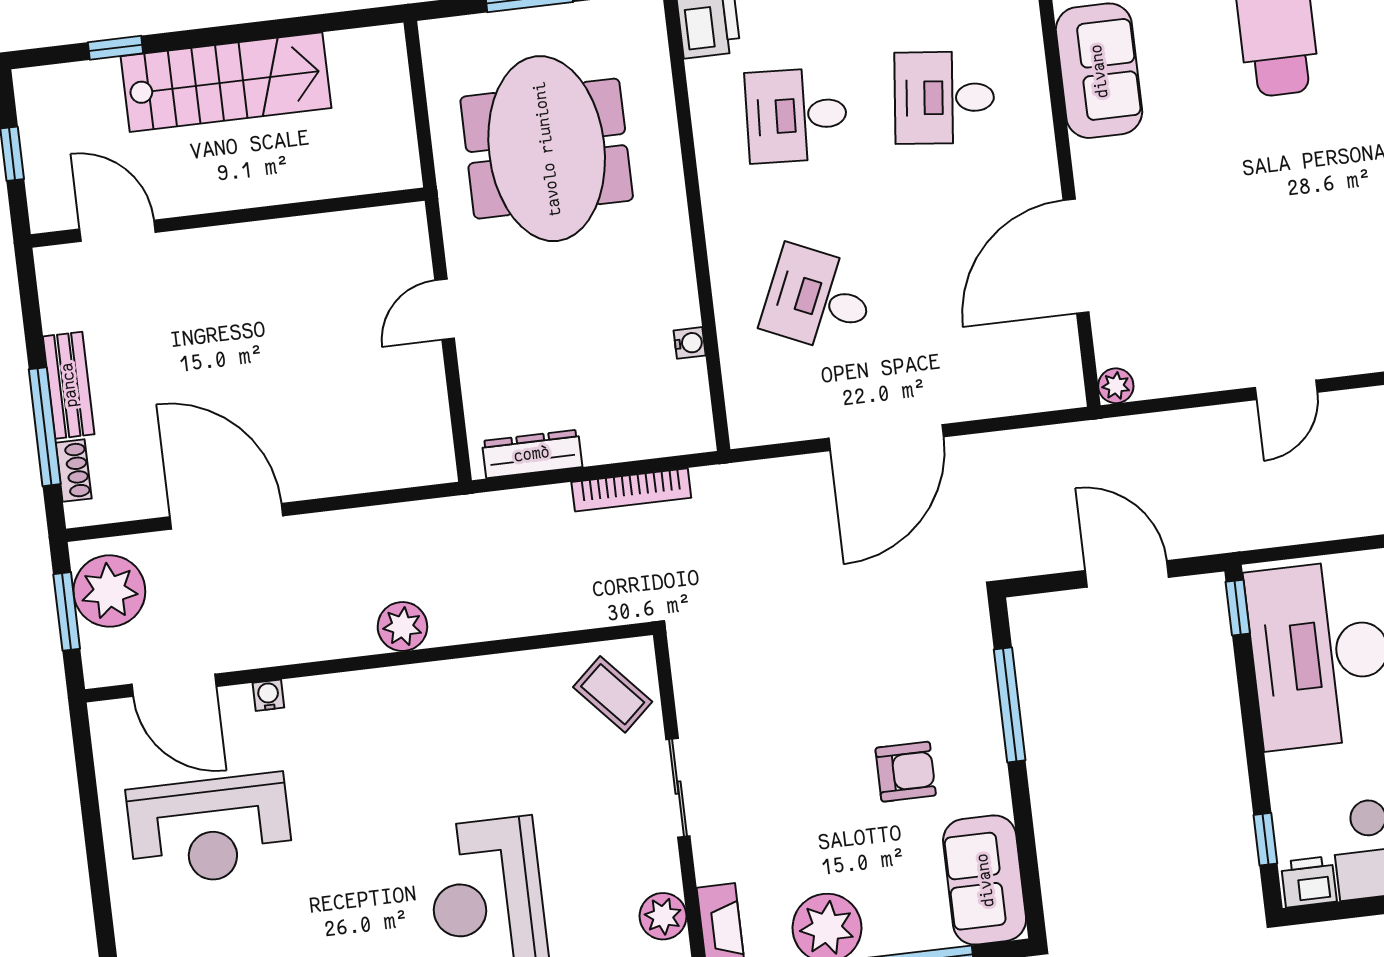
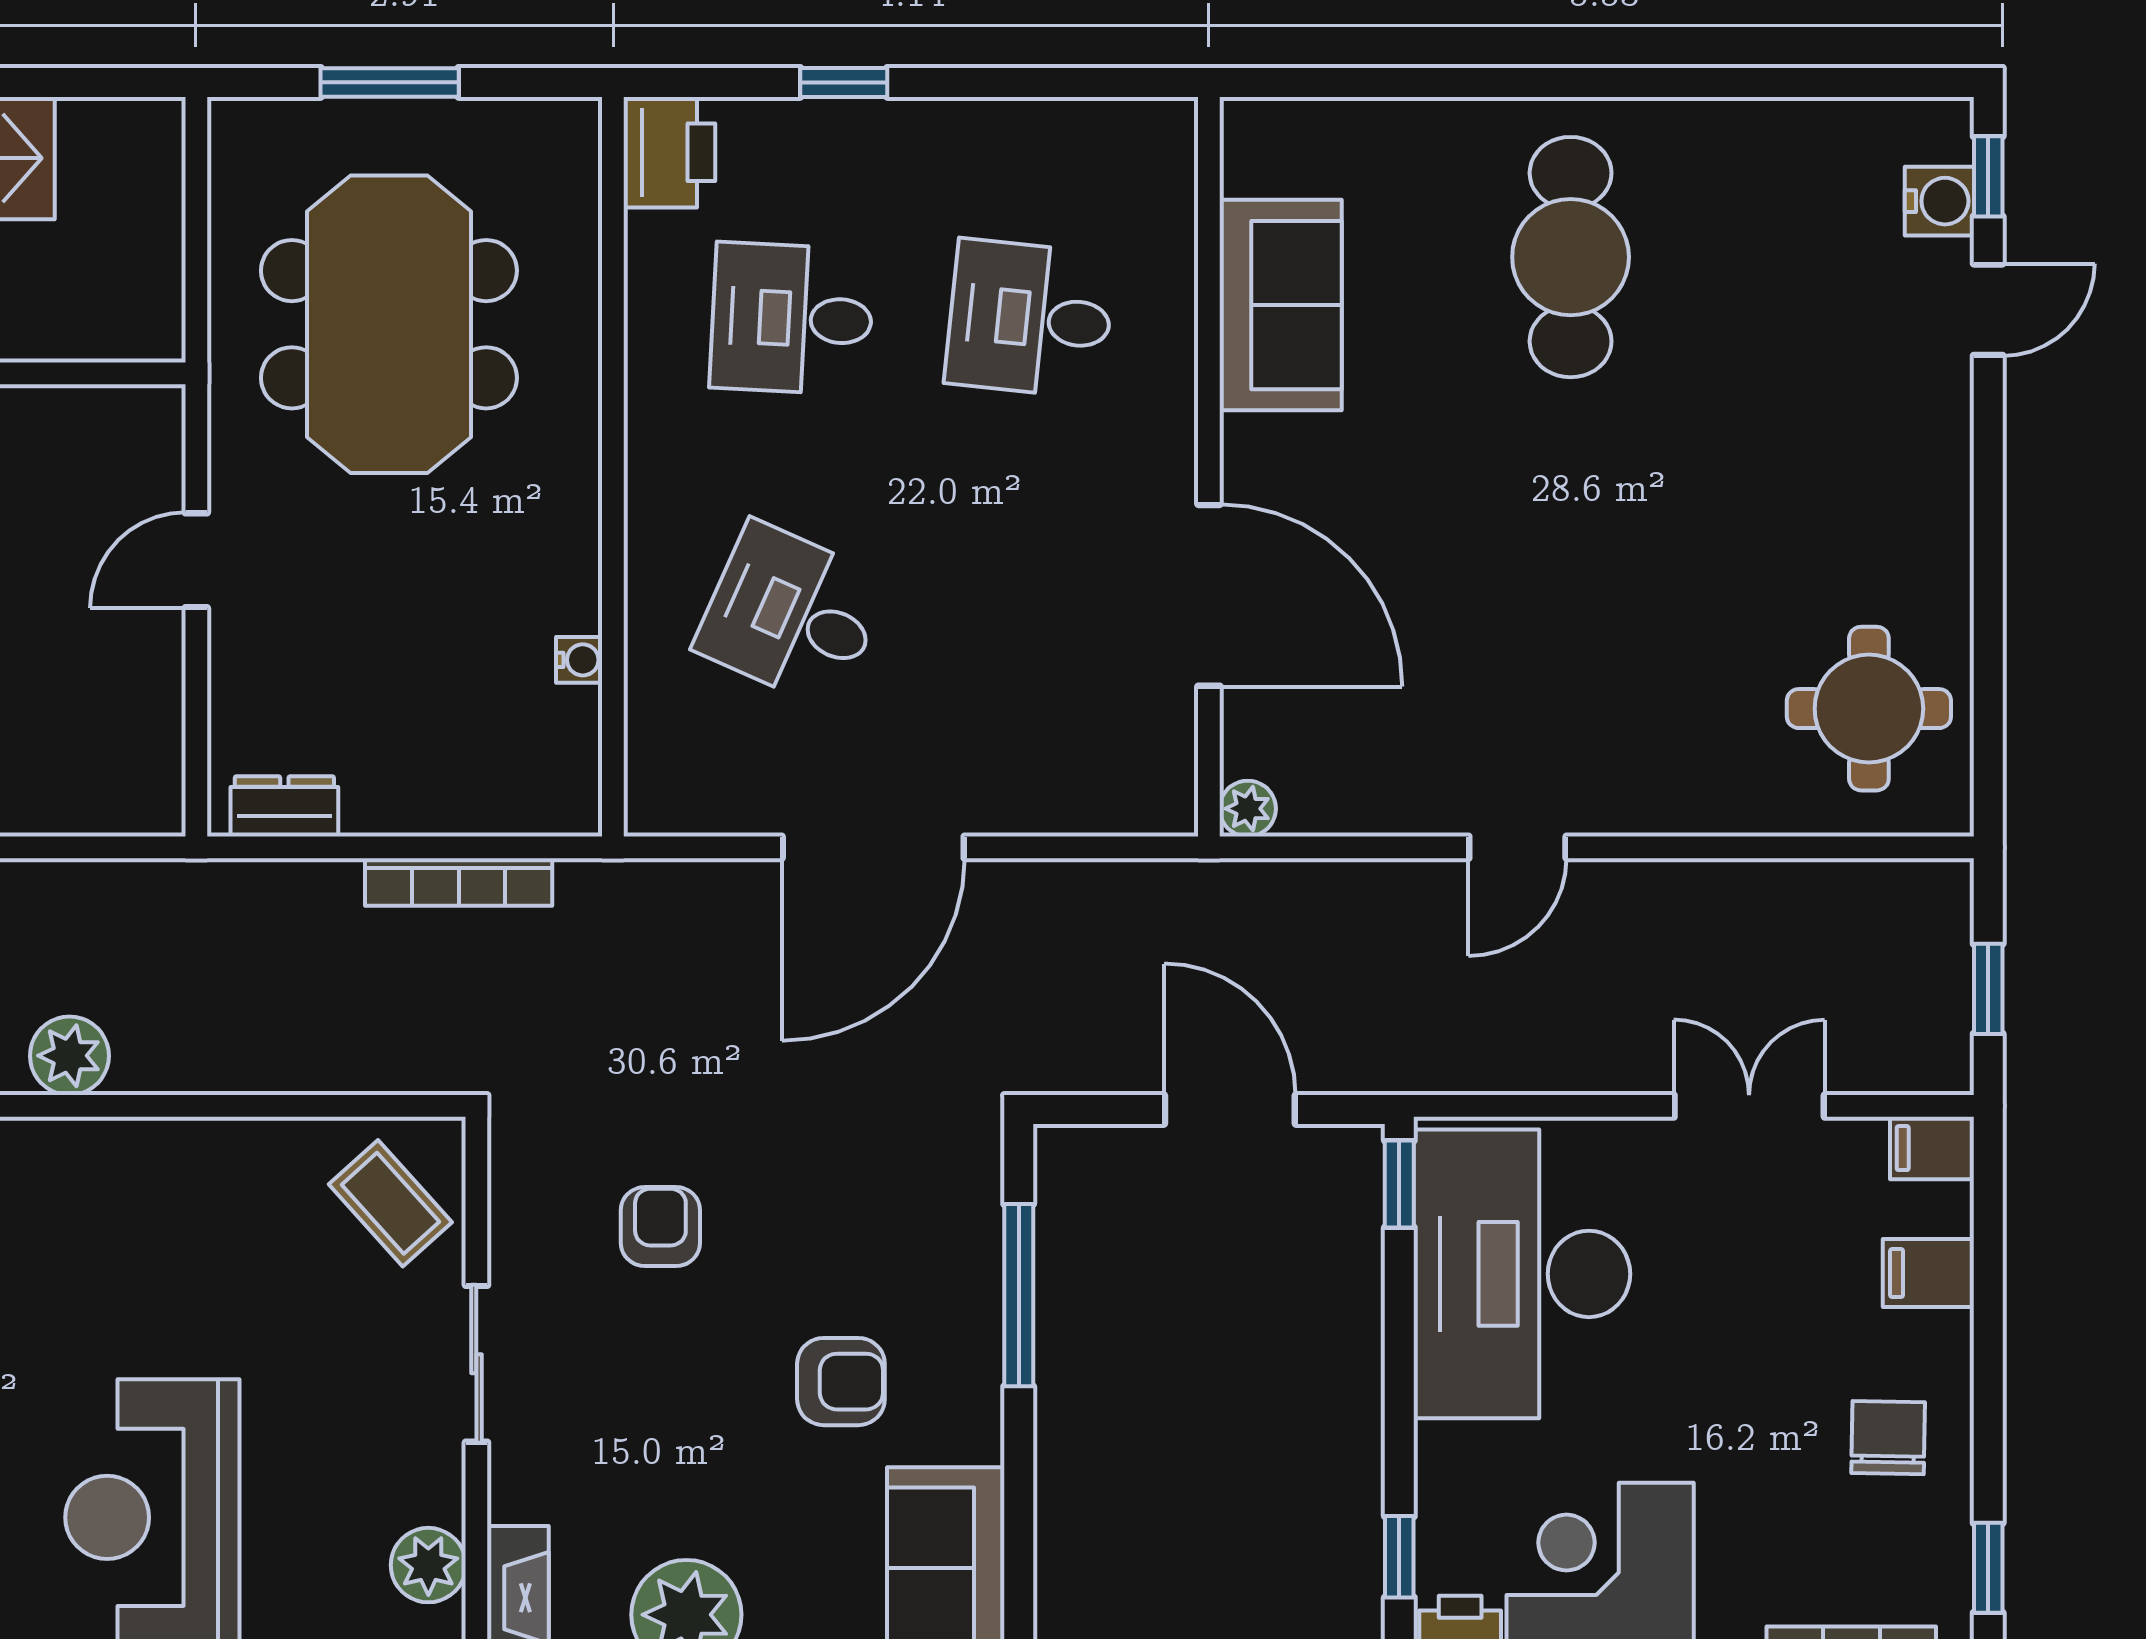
door: (1076, 256) -> (1209, 595), swing flipped
dresser: (532, 454) -> (284, 806), width x0.70
armchair: (782, 689) -> (660, 1227), added

